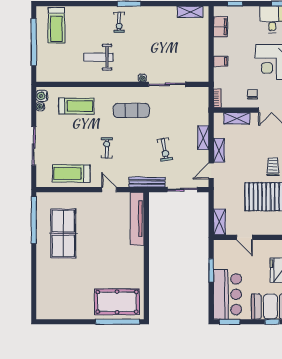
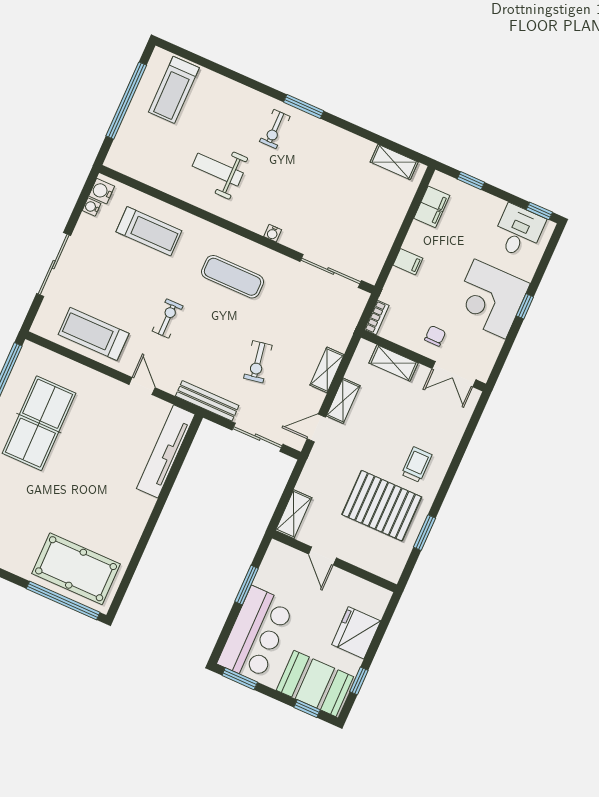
sliding door: (167, 84) -> (331, 271), moved

